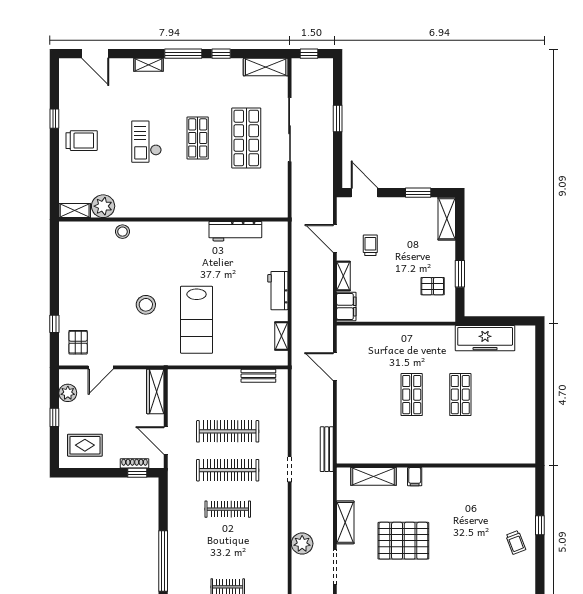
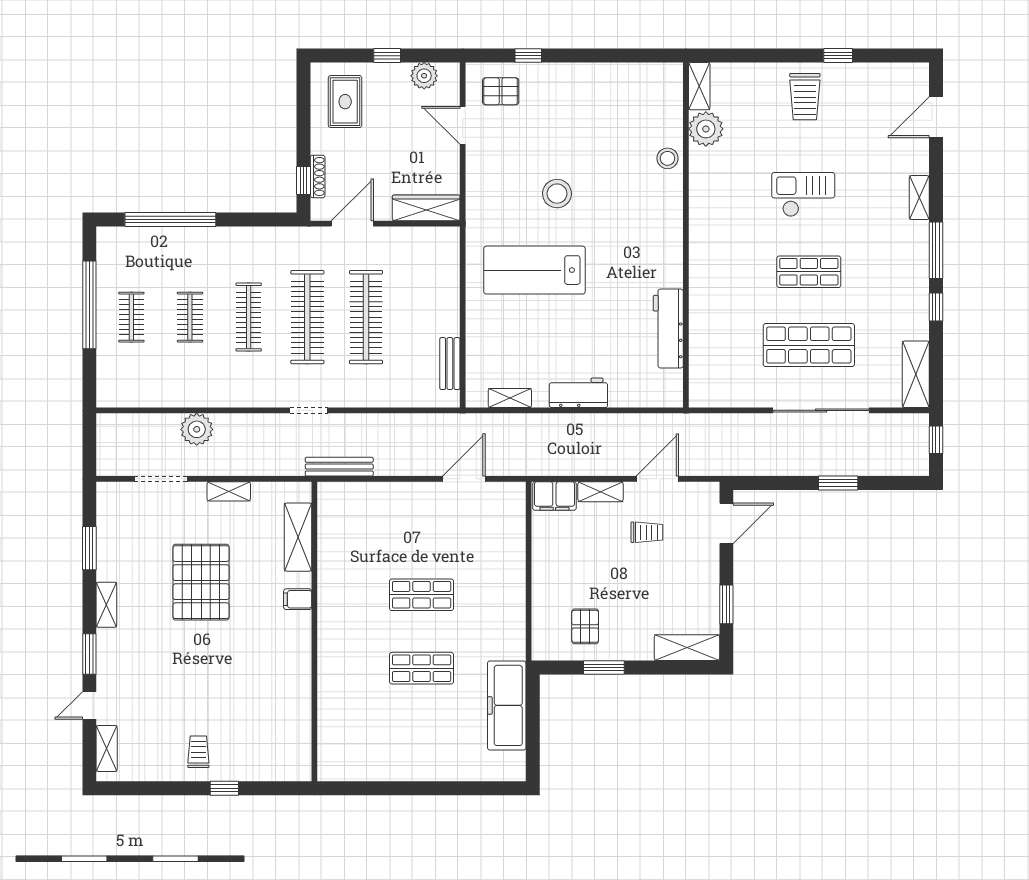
shelving: (345, 522) -> (229, 491), width x0.67, depth x0.75
trolley: (516, 542) -> (198, 752), turned 111
clothes rail: (228, 548) -> (190, 317), added

